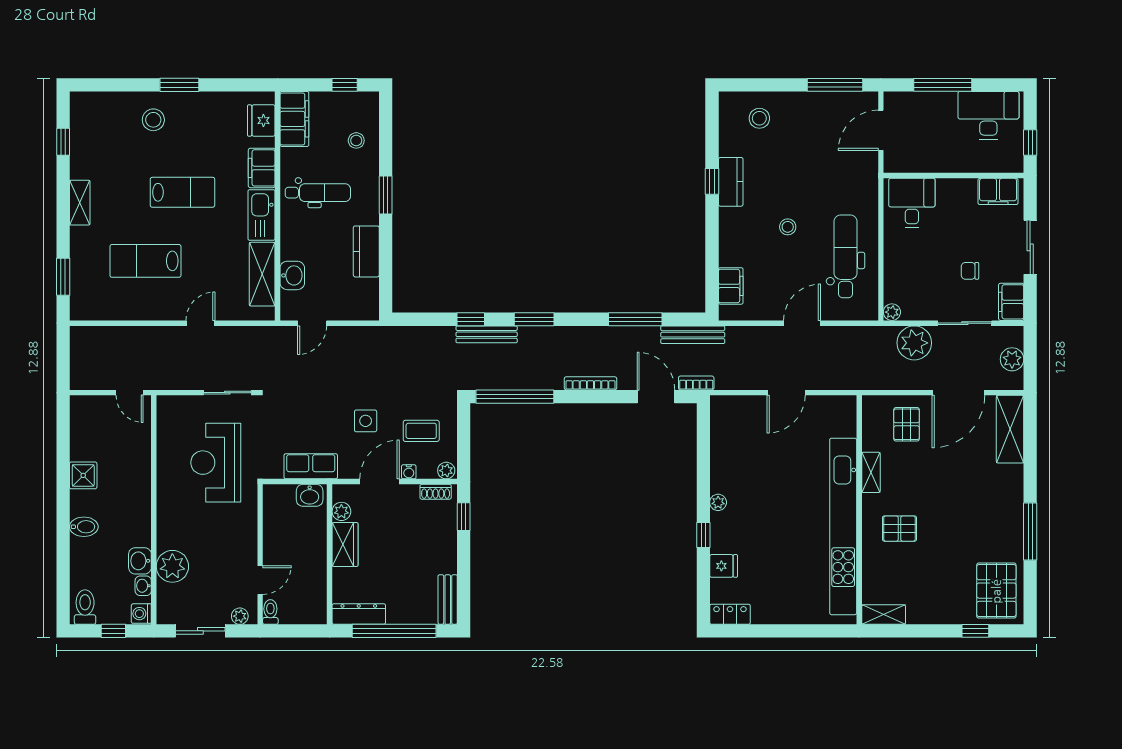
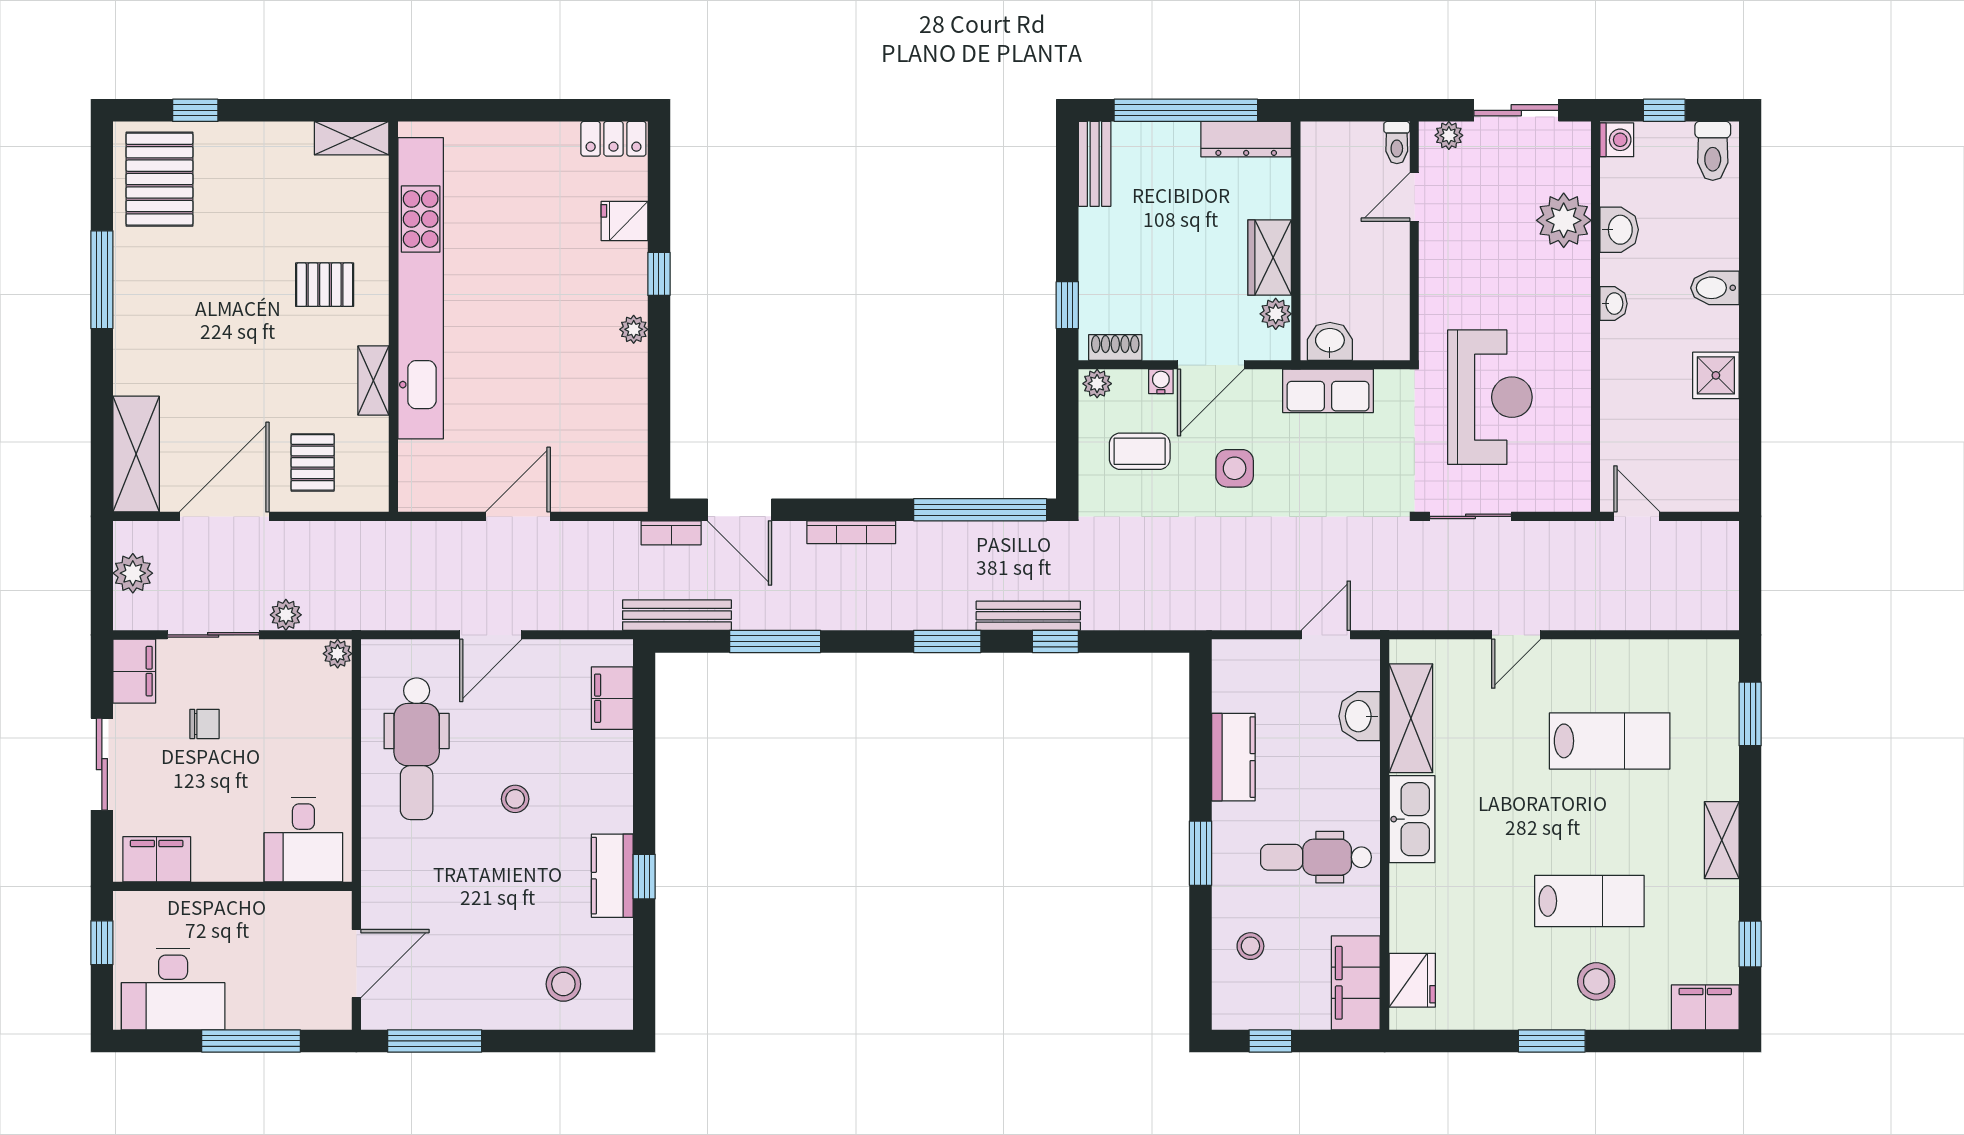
filing cabinet: (262, 168) -> (1705, 1007), moved, turned -90
lab bench: (182, 192) -> (1589, 901), moved, turned 180
plant: (914, 343) -> (286, 615), width x0.53, depth x0.53
washbasin: (143, 586) -> (1614, 304), moved

